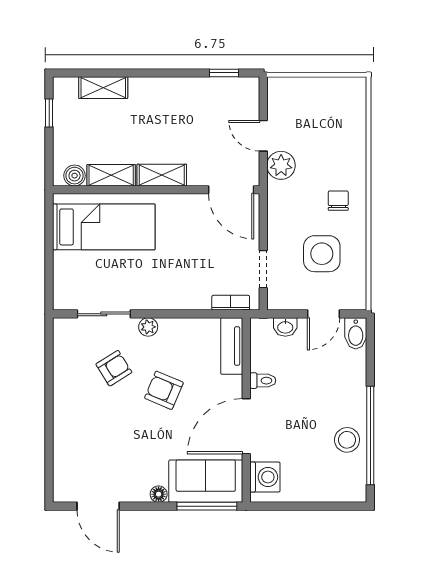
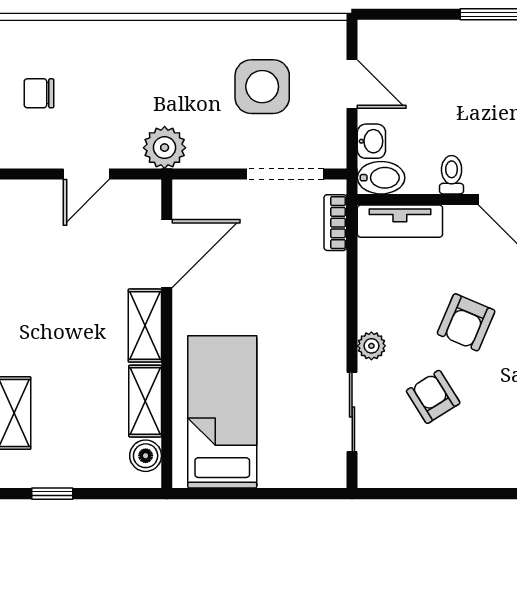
plant: (281, 165) -> (165, 148), moved
door: (231, 190) -> (167, 254), moved
chair: (338, 201) -> (39, 93), moved
doorway: (263, 269) -> (285, 174), width x1.38
bidet: (356, 333) -> (381, 178), moved

